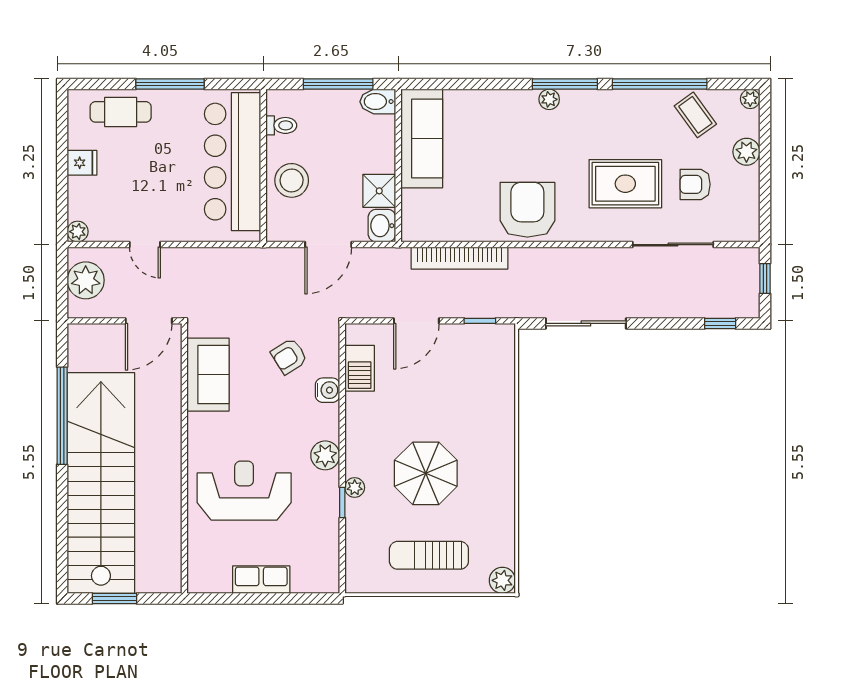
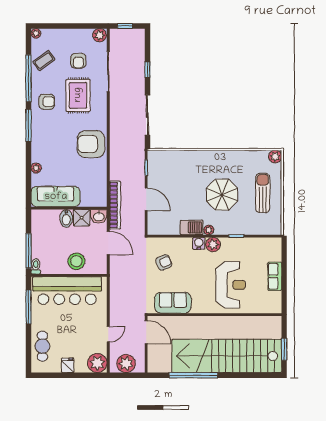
window: (170, 84) -> (29, 307), moved
window: (338, 84) -> (29, 251), moved
plant: (549, 99) -> (36, 168), moved
bidet: (378, 102) -> (66, 218), moved
armchair: (613, 121) -> (47, 102), added
toilet: (281, 125) -> (36, 266), moved
plant: (746, 152) -> (99, 35), moved
plant: (78, 232) -> (97, 363), width x1.88, depth x1.88
bookcase: (459, 258) -> (115, 205), moved
window: (720, 323) -> (147, 70), moved
armchair: (289, 356) -> (164, 262), turned -80
barbecue: (360, 368) -> (192, 227), moved
water cooler: (327, 390) -> (199, 243), moved
plant: (355, 488) -> (209, 230), moved
reception desk: (244, 491) -> (231, 285), turned 180
sun lounger: (429, 555) -> (263, 193), turned 180

